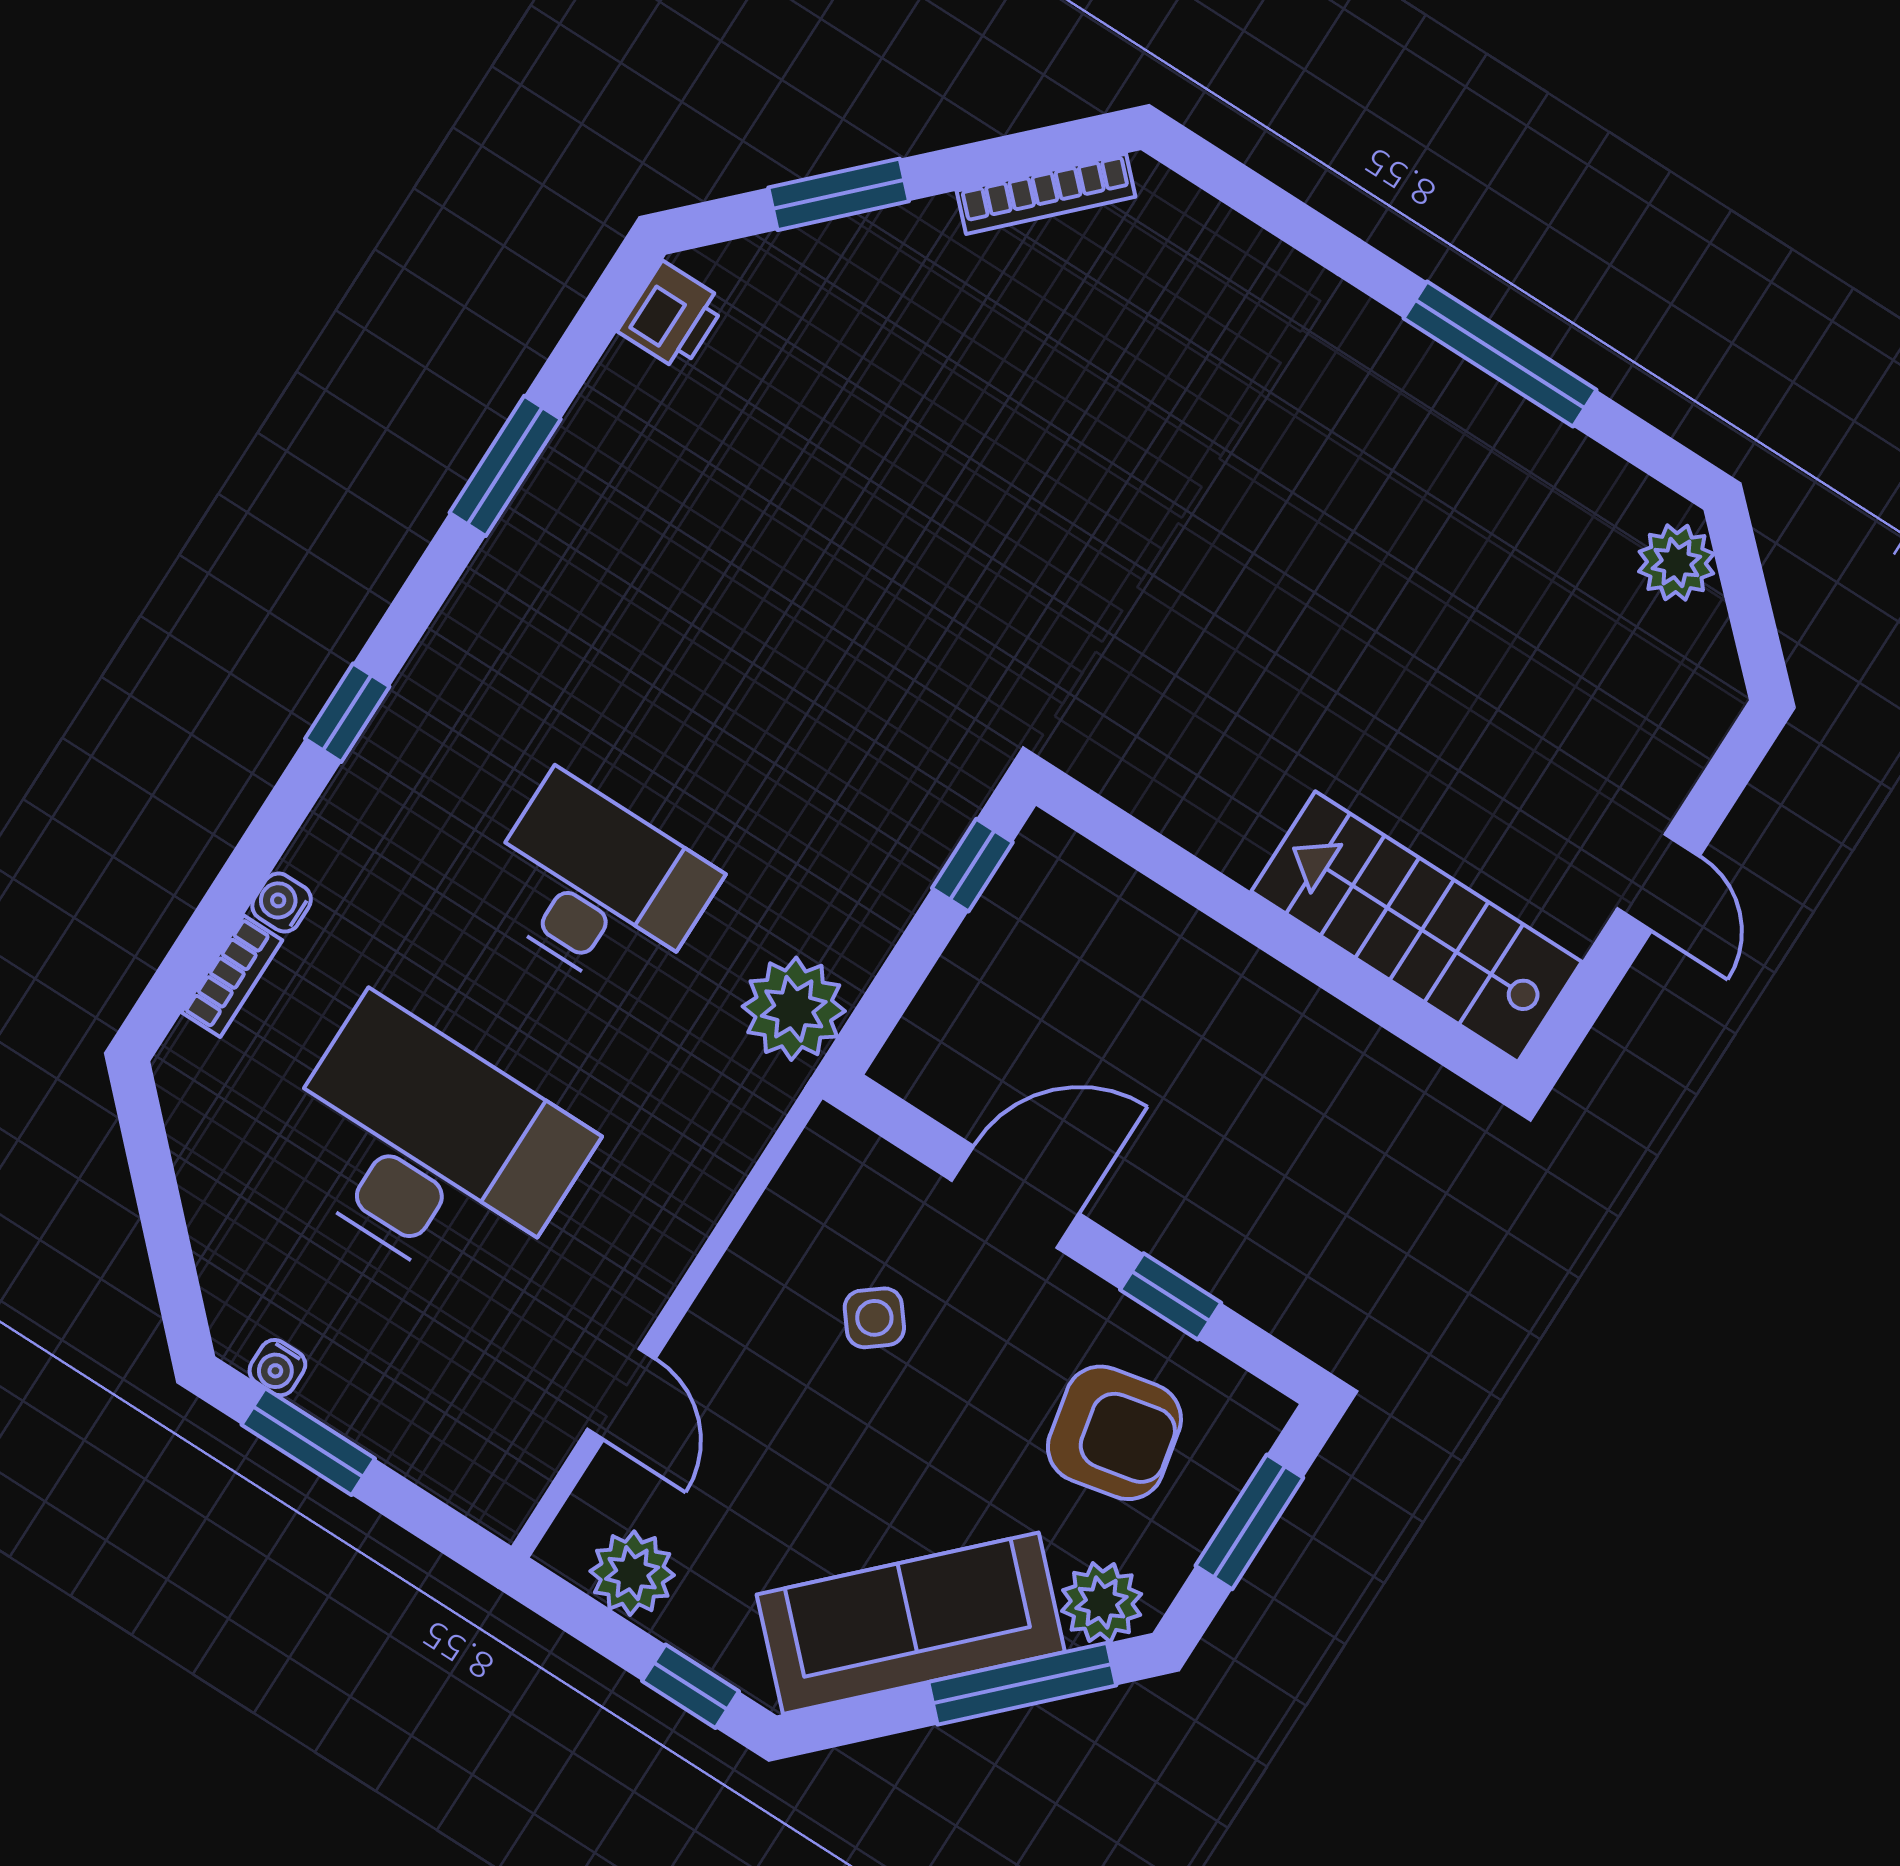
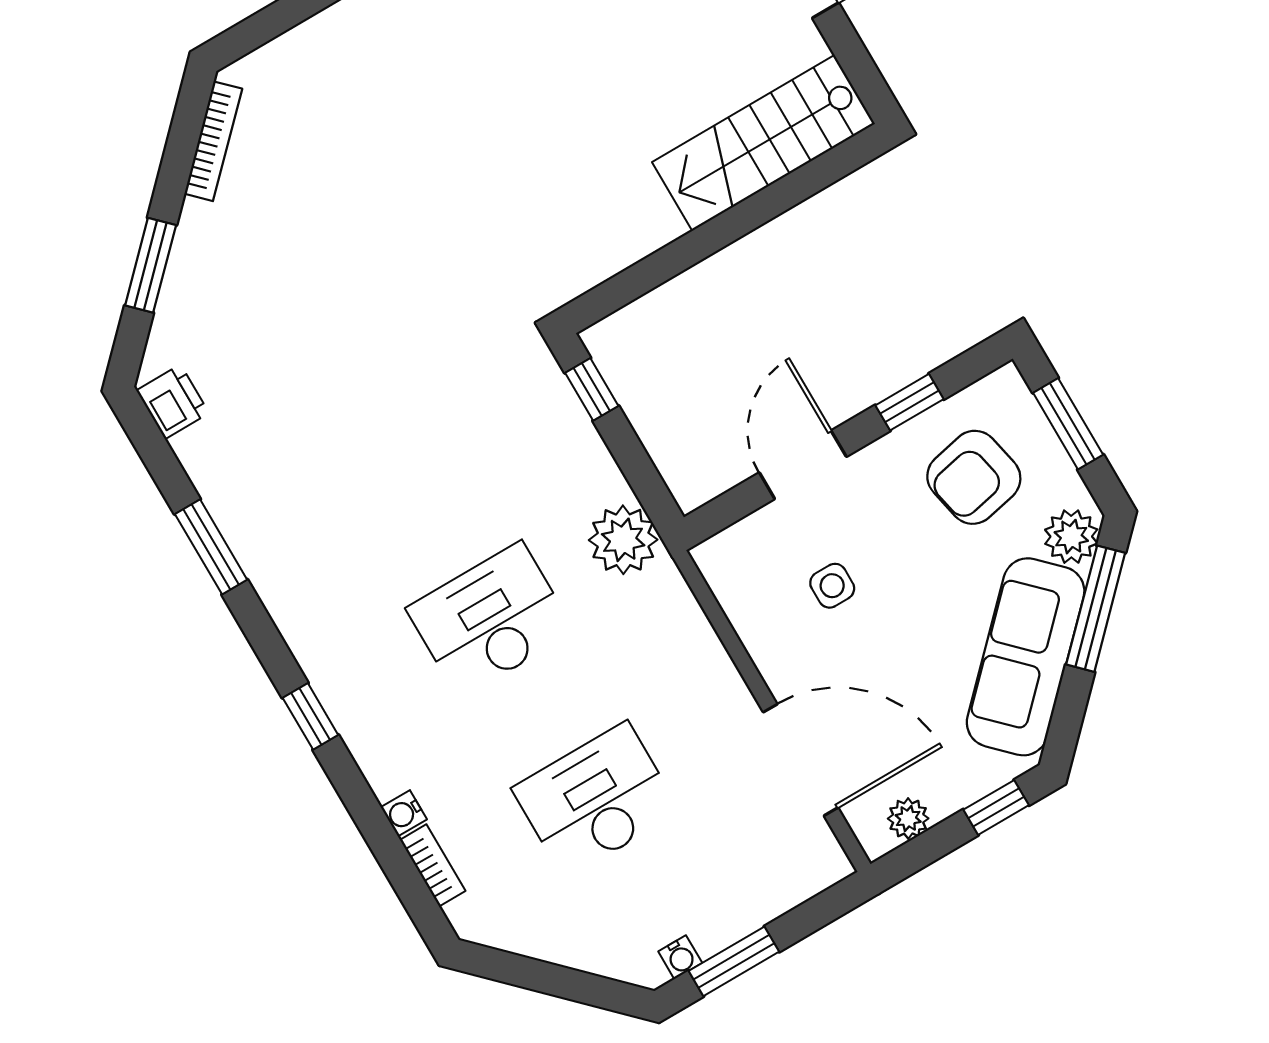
desk: (430, 1149) -> (596, 800), width x0.73, depth x0.77
side table: (874, 1318) -> (832, 586), turned 38
door: (621, 1394) -> (801, 760), width x1.88
armchair: (1114, 1433) -> (974, 477), turned 180
plant: (632, 1573) -> (908, 818), width x0.73, depth x0.73

